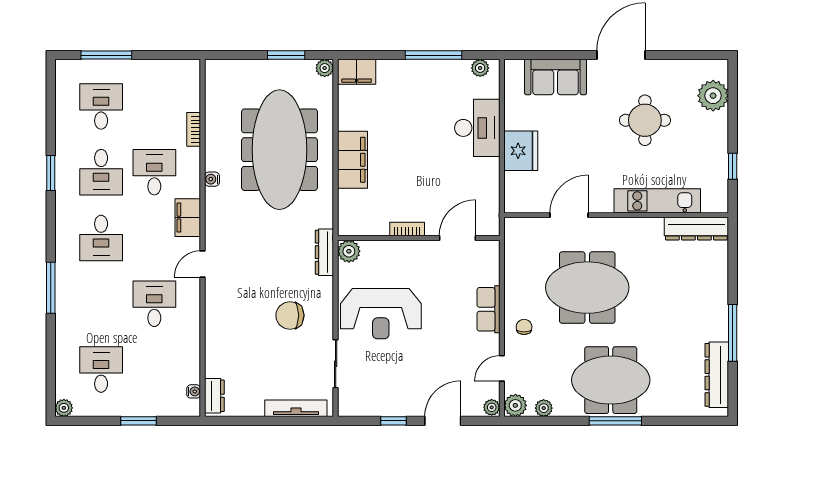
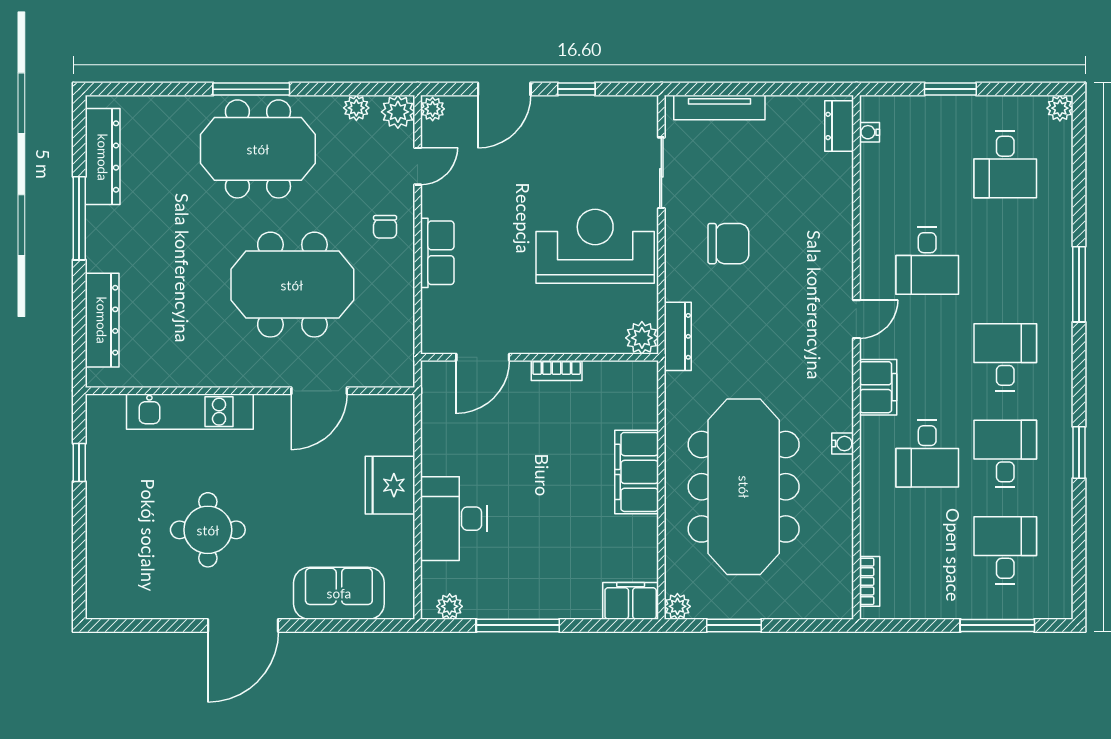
plant: (713, 96) -> (108, 566), removed
desk: (101, 106) -> (1005, 550), turned 180
bookcase: (194, 129) -> (870, 581), moved
dresser: (696, 229) -> (102, 320), moved, turned 90

